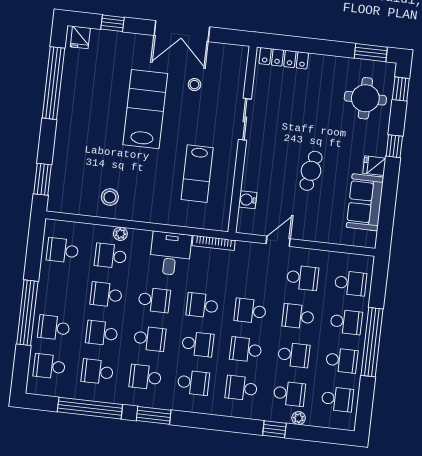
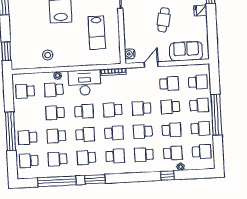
water cooler: (248, 200) -> (130, 54), moved
sofa: (365, 202) -> (186, 51), moved, turned 90
desk: (170, 254) -> (85, 83), width x1.37

